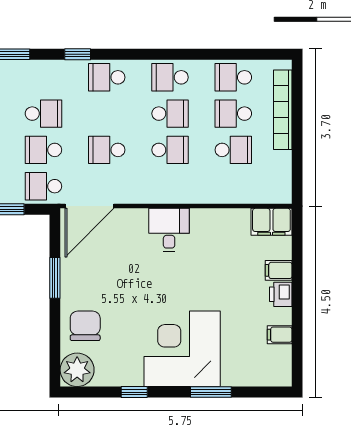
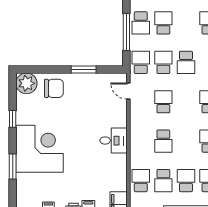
school desk: (170, 114) -> (141, 181), moved, turned 180
door: (89, 206) -> (128, 91), width x0.53

